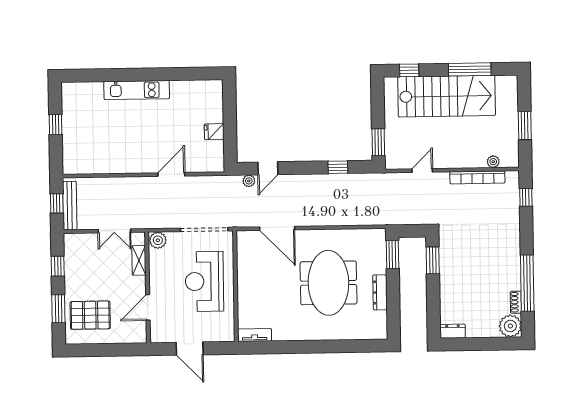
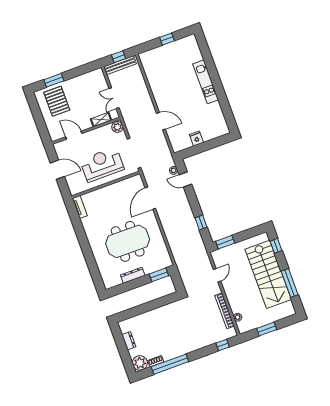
door: (422, 171) -> (217, 275), hinge flipped
window: (433, 260) -> (164, 301), removed
window: (58, 266) -> (80, 71), removed
dresser: (453, 331) -> (129, 341), moved
door: (190, 349) -> (57, 170), swing flipped

